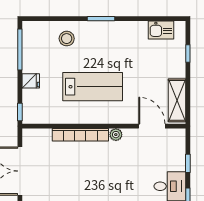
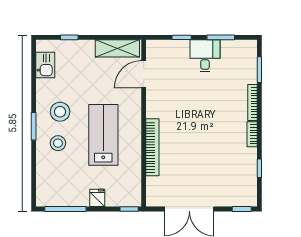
stool: (67, 39) -> (58, 143), moved
stool: (115, 44) -> (60, 112), added
plant: (116, 135) -> (152, 111), removed

